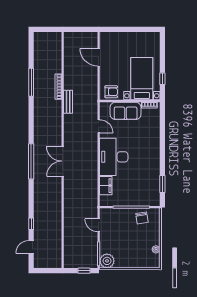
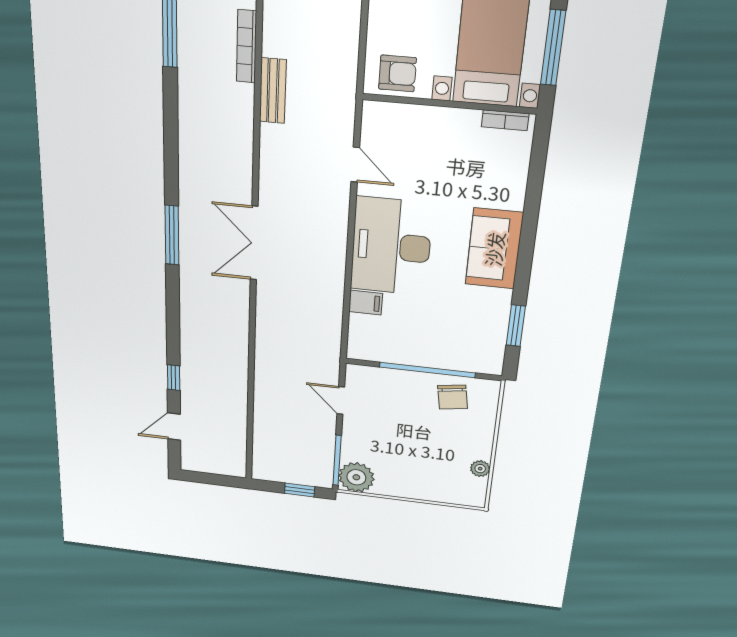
window: (162, 79) -> (553, 48), width x2.17
sofa: (126, 111) -> (494, 249), moved, turned 90
window: (31, 161) -> (172, 235), width x0.68
filing cabinet: (106, 186) -> (366, 303), width x0.50

